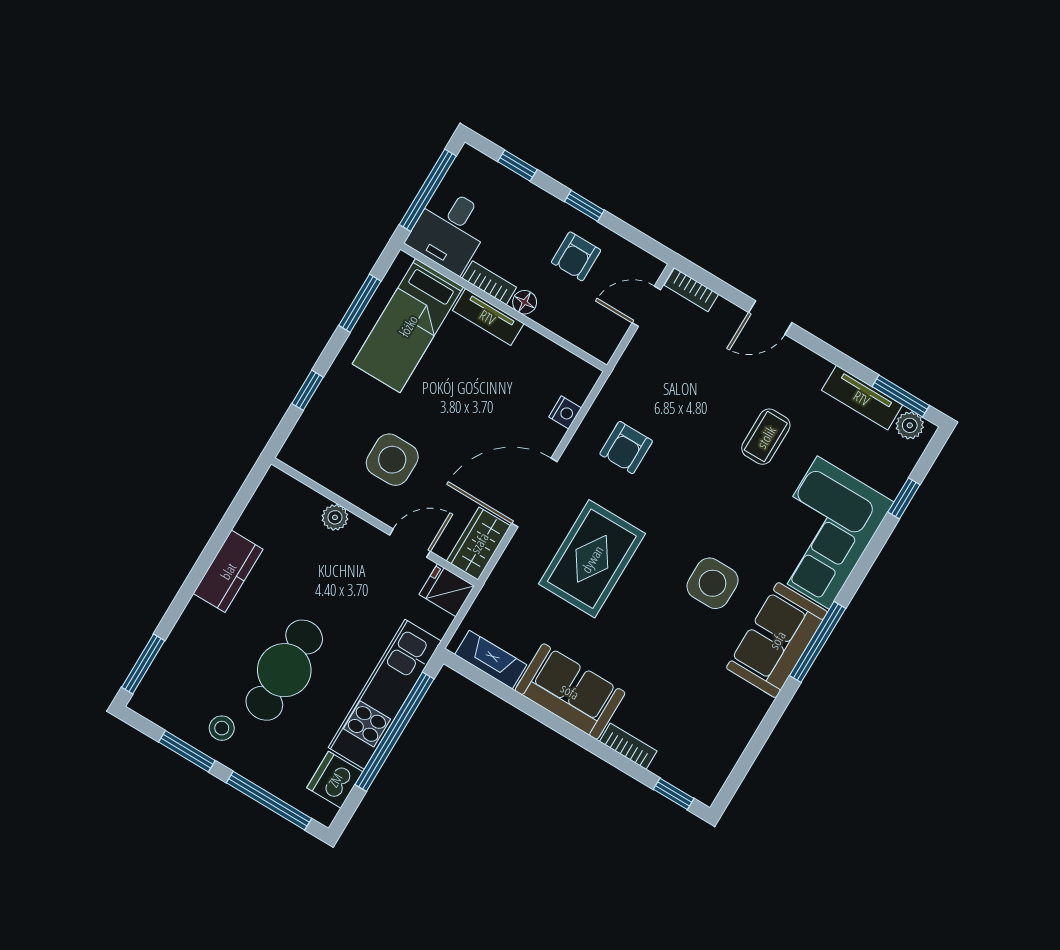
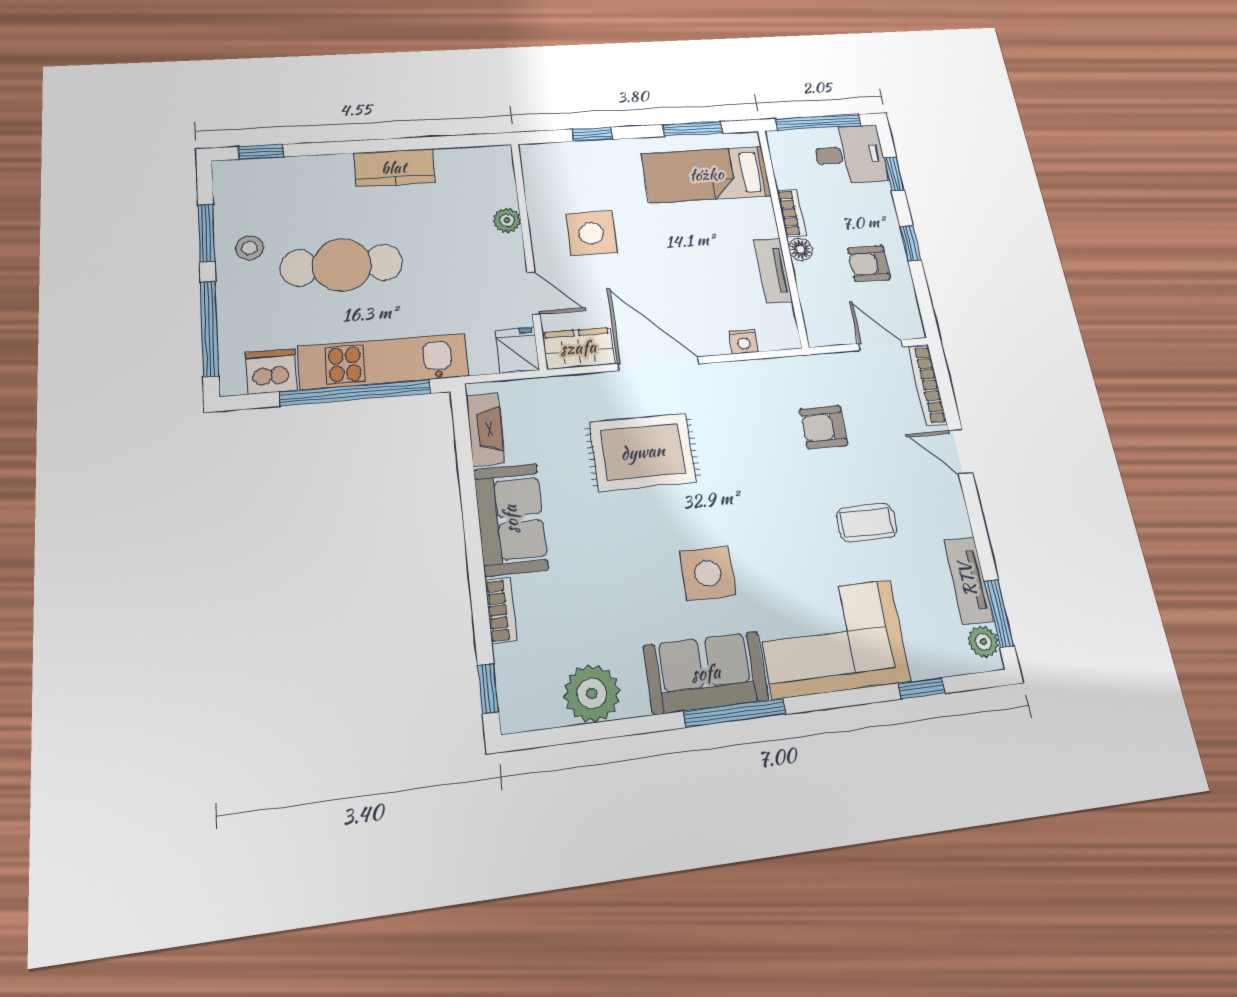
desk: (450, 230) -> (850, 155), moved, turned 180
bookcase: (691, 290) -> (927, 385), width x1.56
tv unit: (488, 317) -> (773, 271), moved
armchair: (626, 448) -> (824, 427), moved
window: (143, 664) -> (261, 152), width x0.67
plant: (730, 728) -> (592, 693), added

